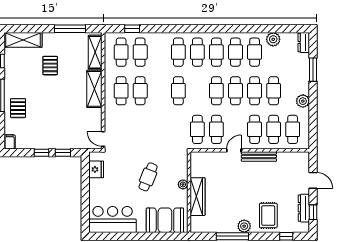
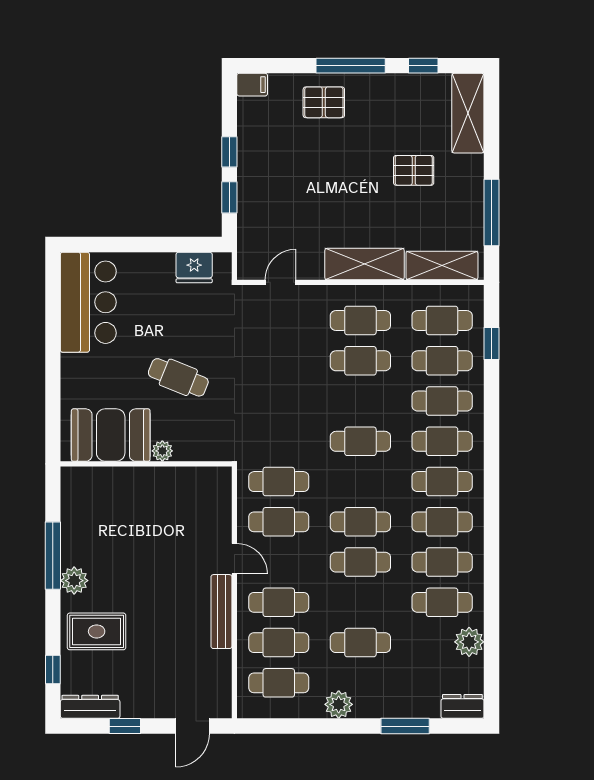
cafe table: (255, 91) -> (442, 401), moved
door: (103, 139) -> (281, 282), moved
door: (313, 180) -> (193, 726), moved
wardrobe: (198, 197) -> (137, 482), removed
dresser: (304, 208) -> (90, 707), moved
window: (313, 212) -> (125, 726), moved
booth: (165, 220) -> (111, 435), moved, turned 90

